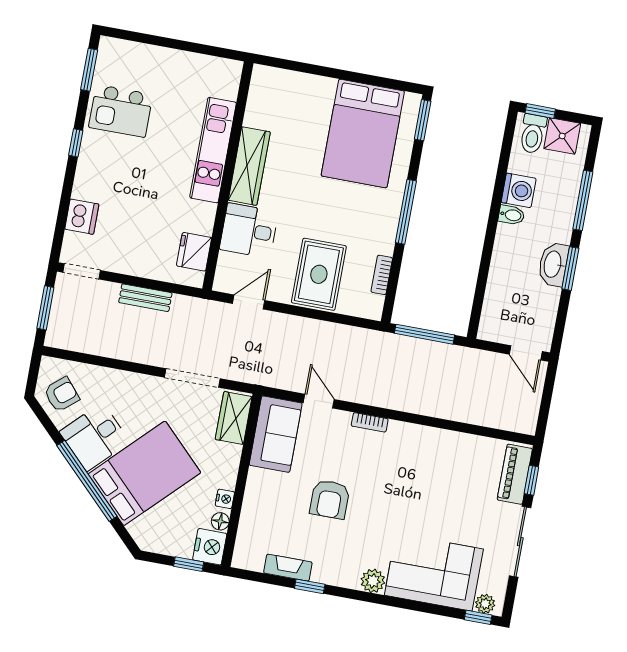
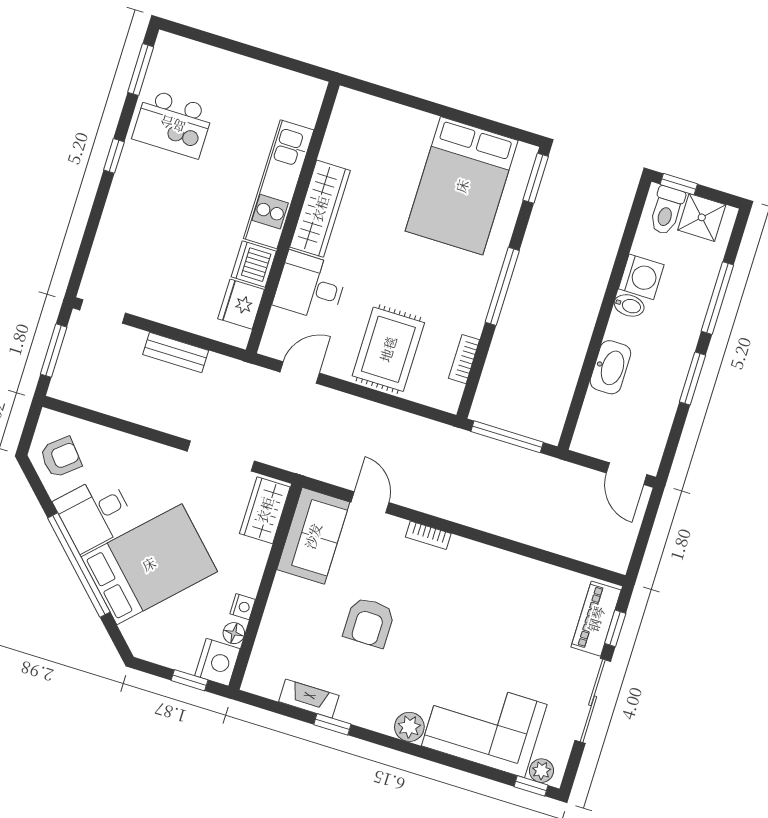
dishwasher: (82, 217) -> (254, 264), moved, turned 180
washbasin: (553, 264) -> (610, 367), moved, turned 180

